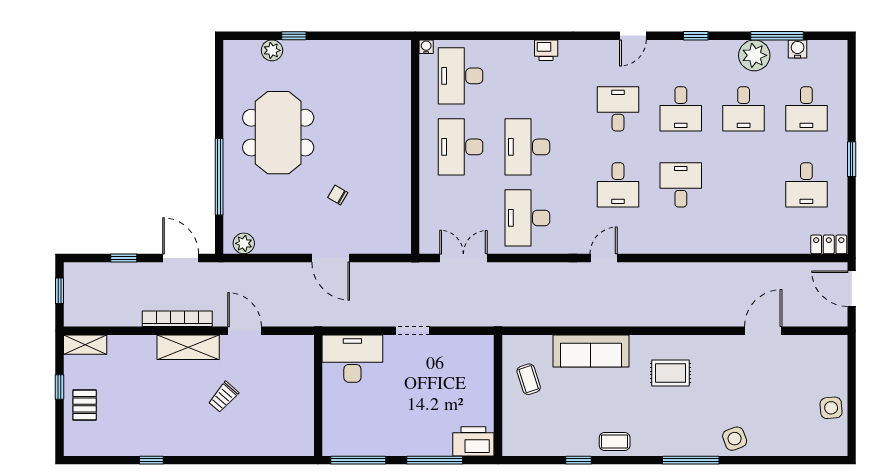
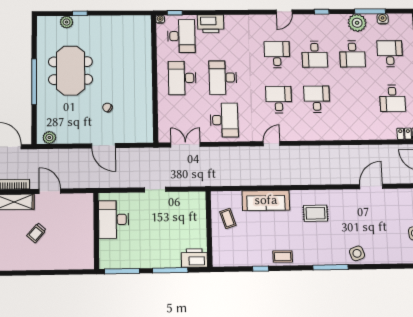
window: (451, 36) -> (175, 13), added
printer: (546, 50) -> (211, 24), moved, width x1.87, depth x1.48
desk: (461, 76) -> (181, 36), turned 180
desk: (806, 109) -> (390, 54), turned 180
window: (219, 177) -> (34, 82), moved
desk: (618, 185) -> (279, 100), turned 180
desk: (527, 218) -> (224, 120), turned 180
desk: (352, 359) -> (114, 219), moved, turned -90

